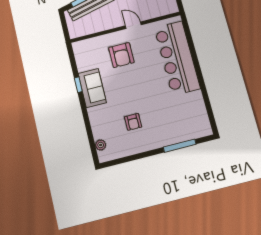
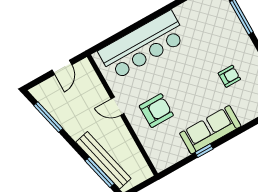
door: (133, 25) -> (117, 106), hinge flipped
sofa: (92, 88) -> (210, 130), width x1.36

